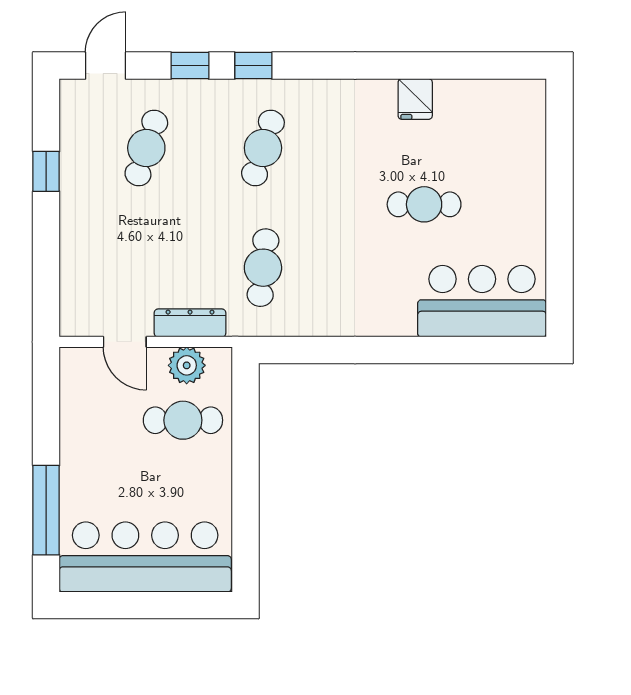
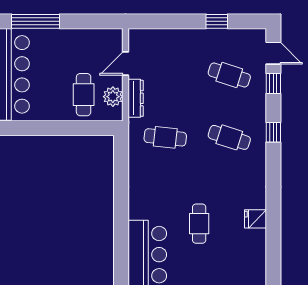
window: (190, 66) -> (273, 83), moved

